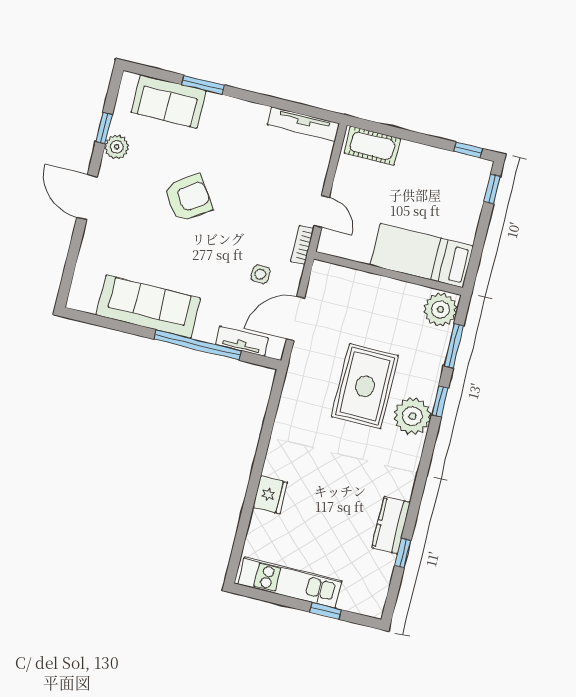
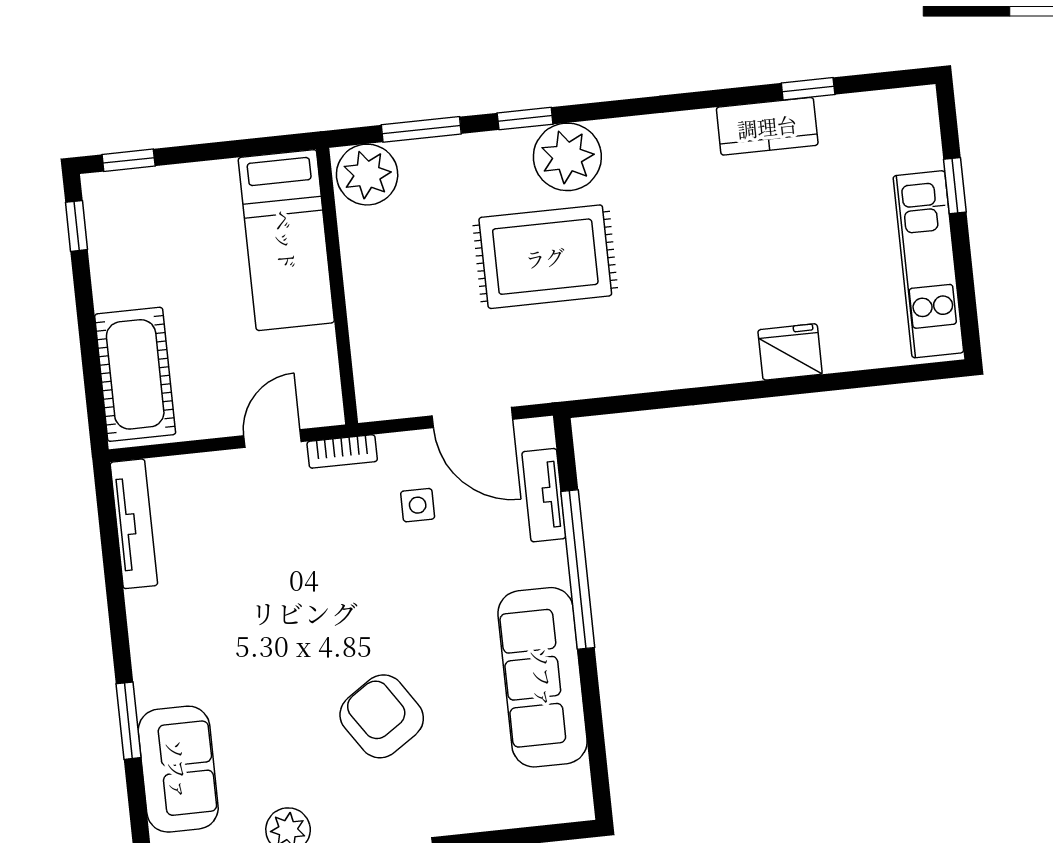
cot: (372, 146) -> (135, 374), width x1.37, depth x1.34
armchair: (188, 198) -> (382, 716), moved

